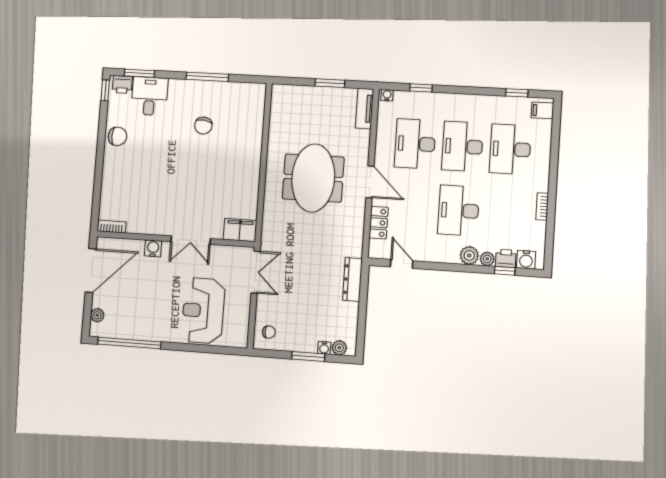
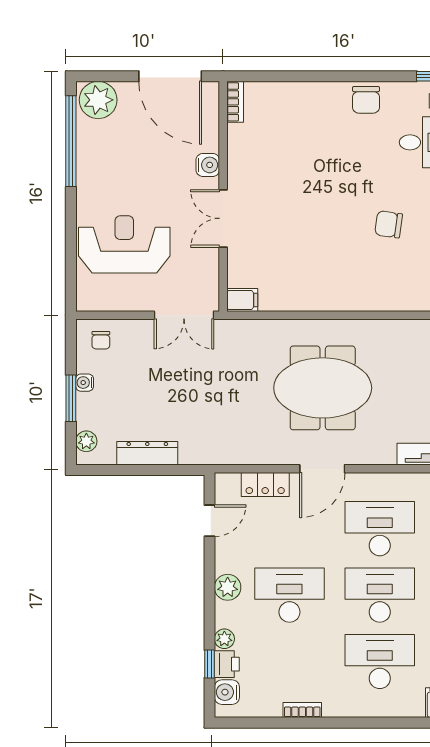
filing cabinet: (240, 230) -> (242, 300), width x0.50
plant: (469, 255) -> (228, 587), moved
dresser: (352, 280) -> (147, 453), moved
plant: (97, 315) -> (98, 100), width x1.88, depth x1.88
water cooler: (324, 348) -> (85, 383), moved

